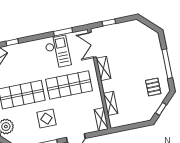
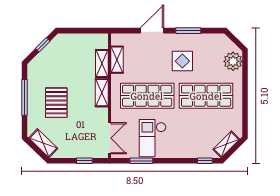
shelving: (145, 30) -> (43, 143), added
shelving: (103, 68) -> (102, 93), moved
pallet: (153, 87) -> (56, 103), moved, width x1.50, depth x1.42
shelving: (101, 119) -> (117, 60), moved

